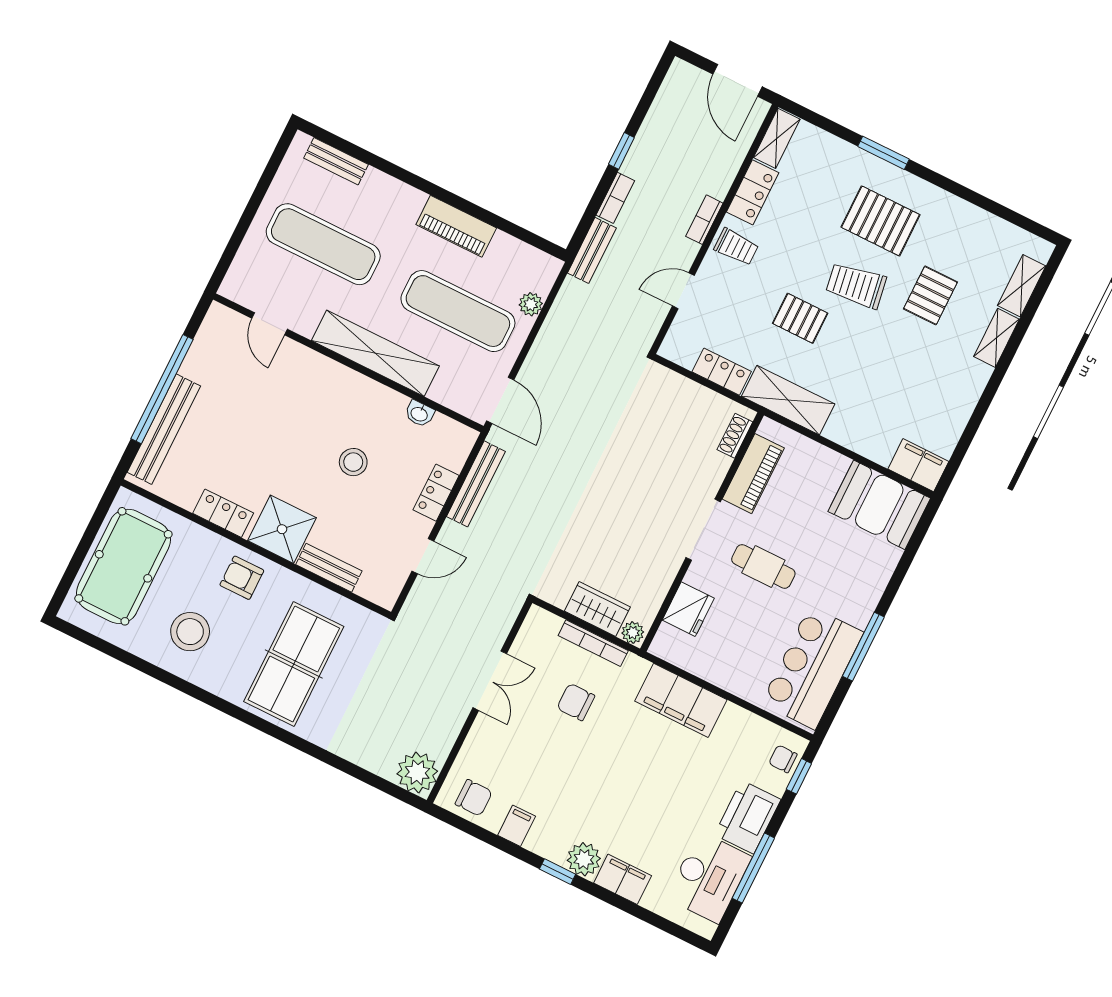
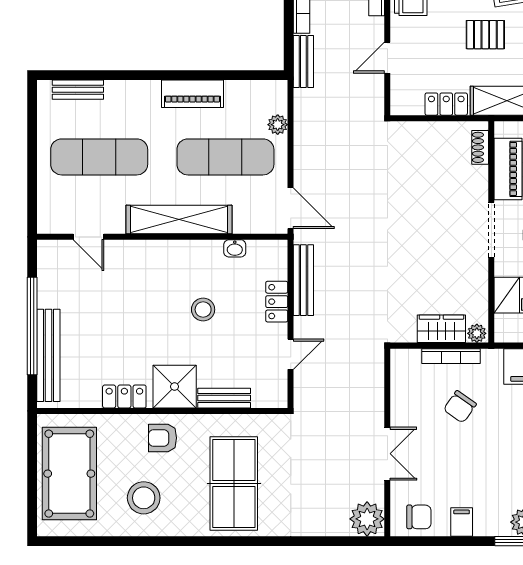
double door: (490, 681) -> (387, 454), moved
chair: (576, 702) -> (460, 407), turned -55

